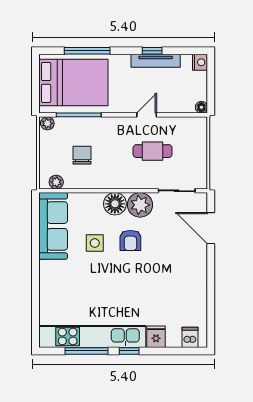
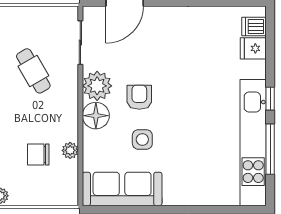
cafe table: (153, 151) -> (33, 71), turned -30
plant: (56, 182) -> (70, 150), moved
armchair: (130, 240) -> (139, 97), turned -90
fridge: (156, 337) -> (253, 48), moved

